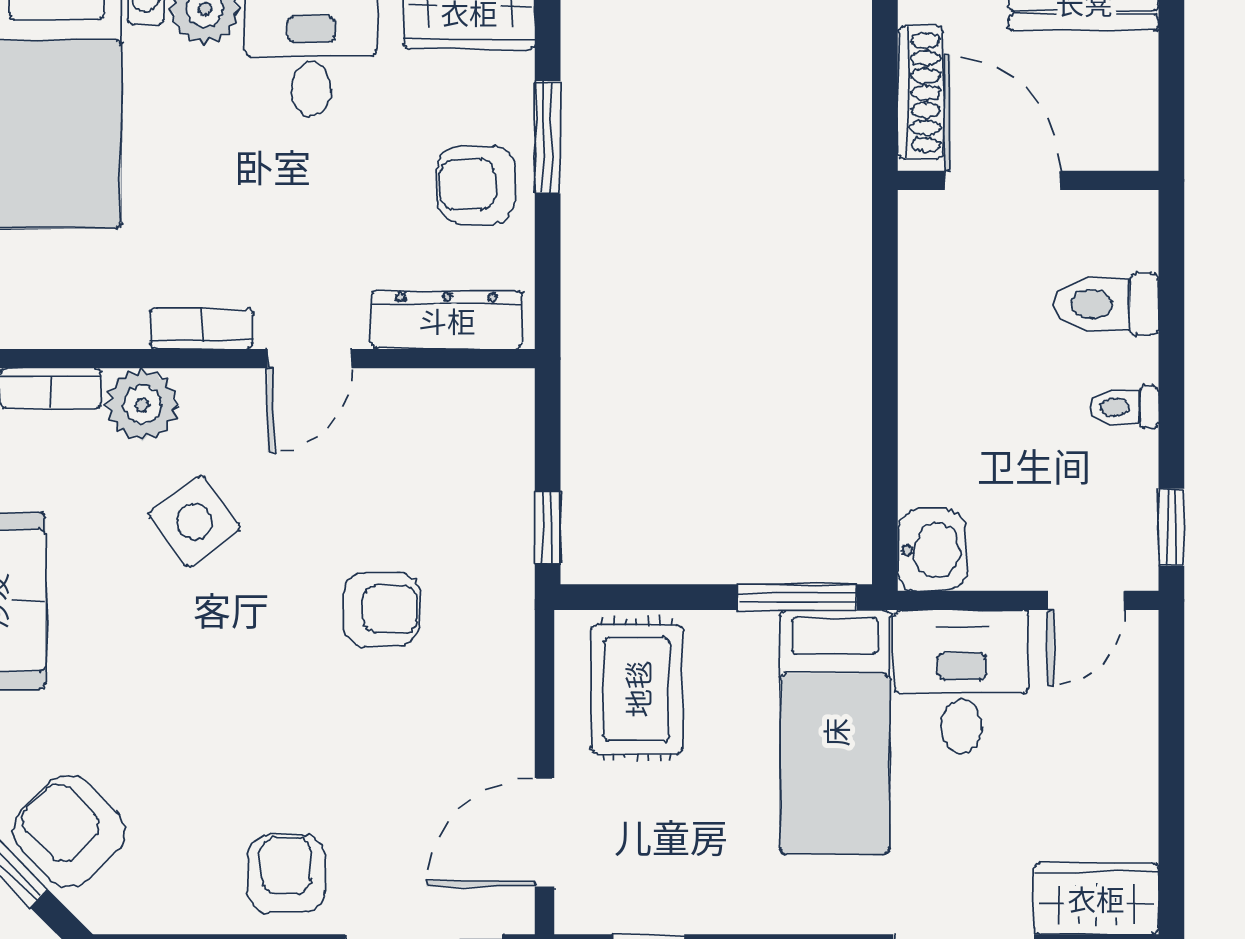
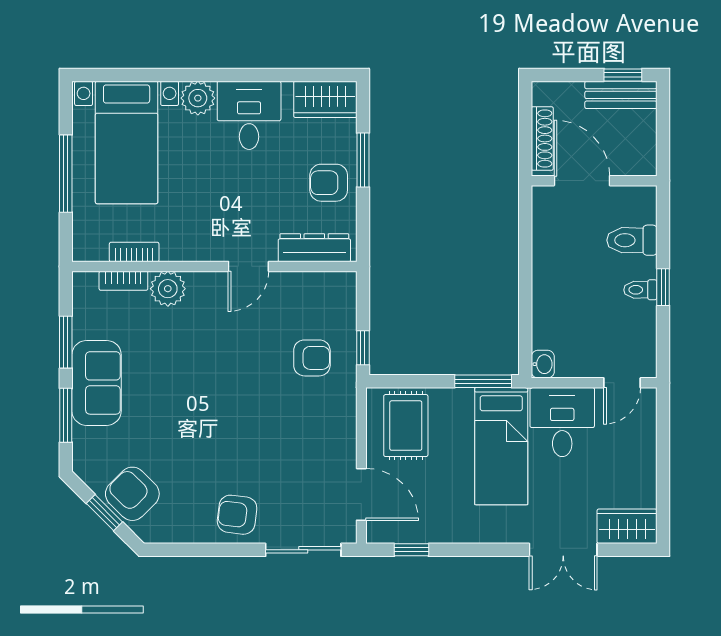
bookcase: (202, 329) -> (134, 252), moved
side table: (195, 521) -> (193, 345), removed
window: (1171, 527) -> (663, 287), moved
washbasin: (932, 550) -> (543, 364), width x0.72, depth x0.69
armchair: (381, 609) -> (312, 358), moved
door: (545, 832) -> (361, 494), swing flipped
armchair: (286, 874) -> (237, 515), turned -83

